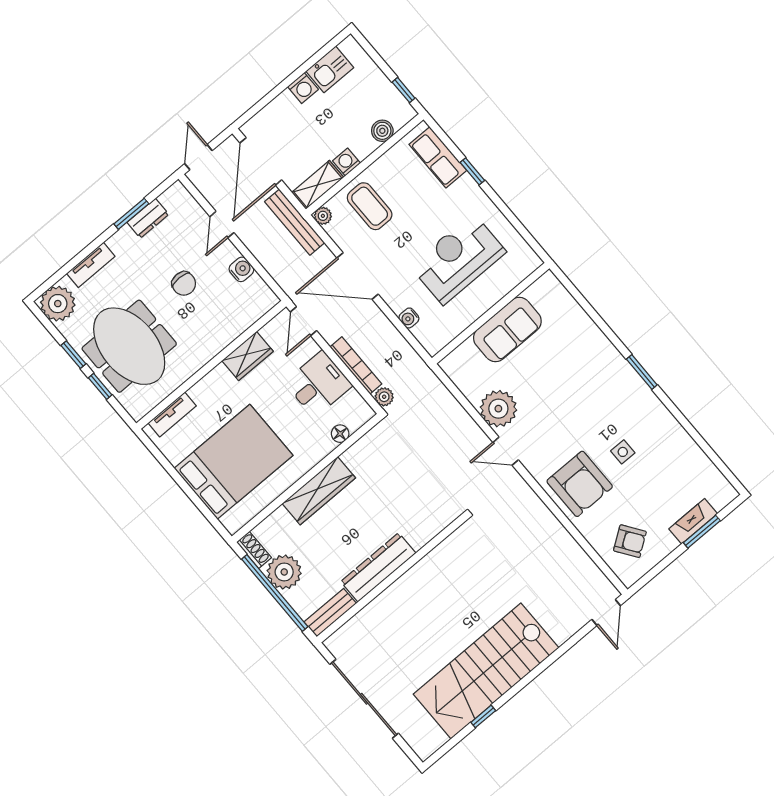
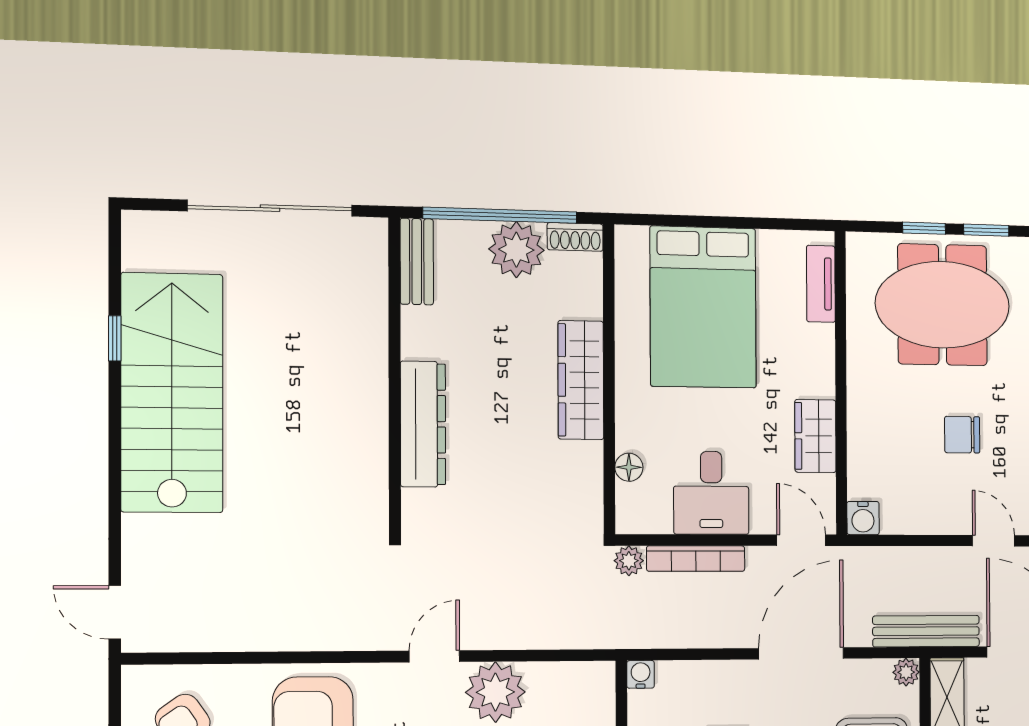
water cooler: (241, 269) -> (863, 518), moved
water cooler: (409, 318) -> (641, 674), moved
dresser: (378, 567) -> (423, 424), moved

